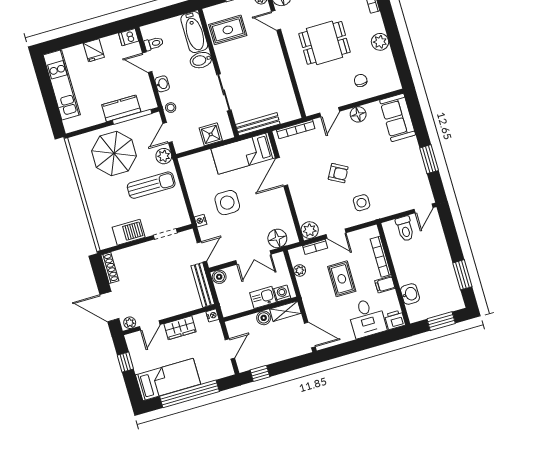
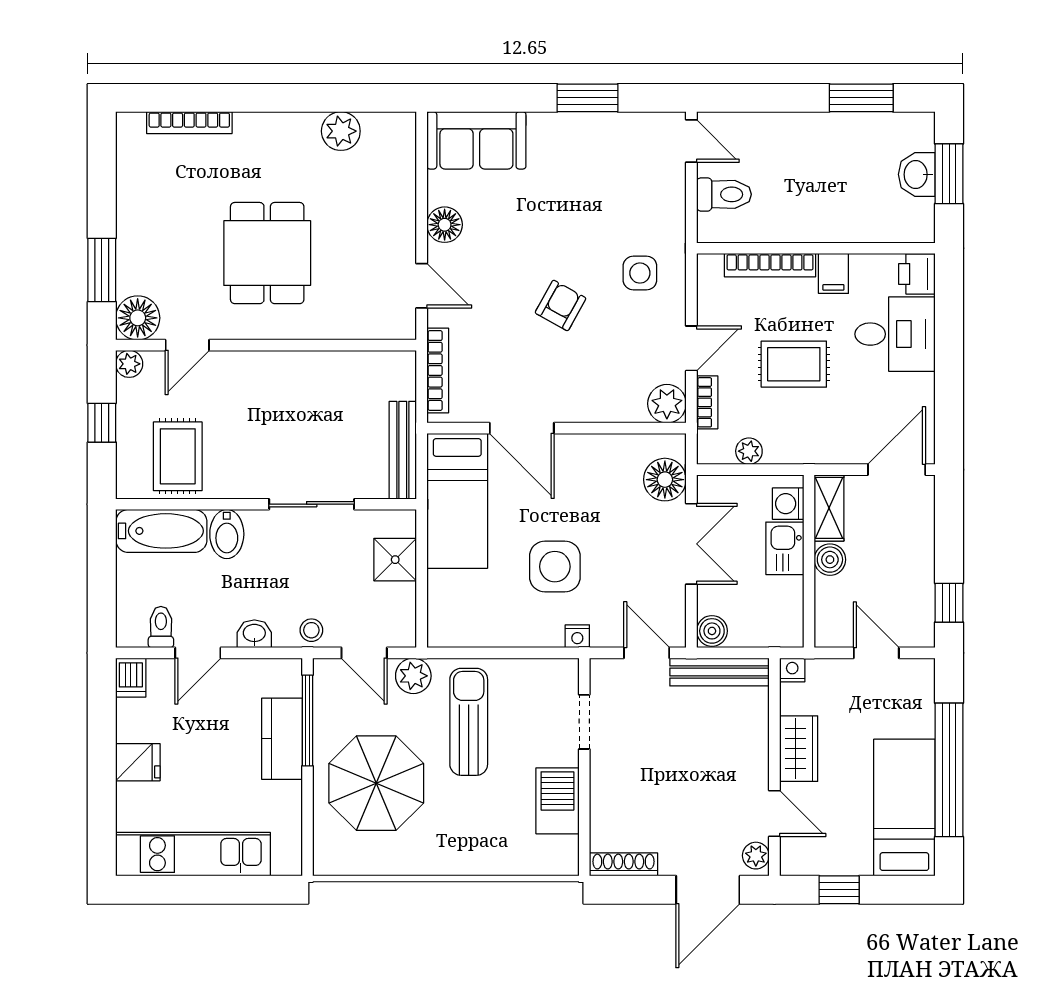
plant: (380, 42) -> (341, 131), moved
chair: (361, 80) -> (372, 198), removed
washbasin: (410, 294) -> (917, 174), moved, turned -90

